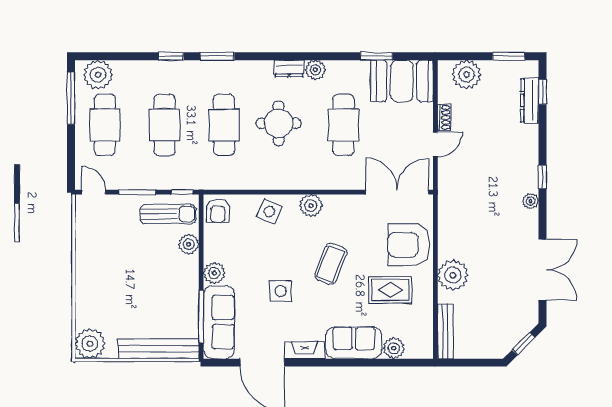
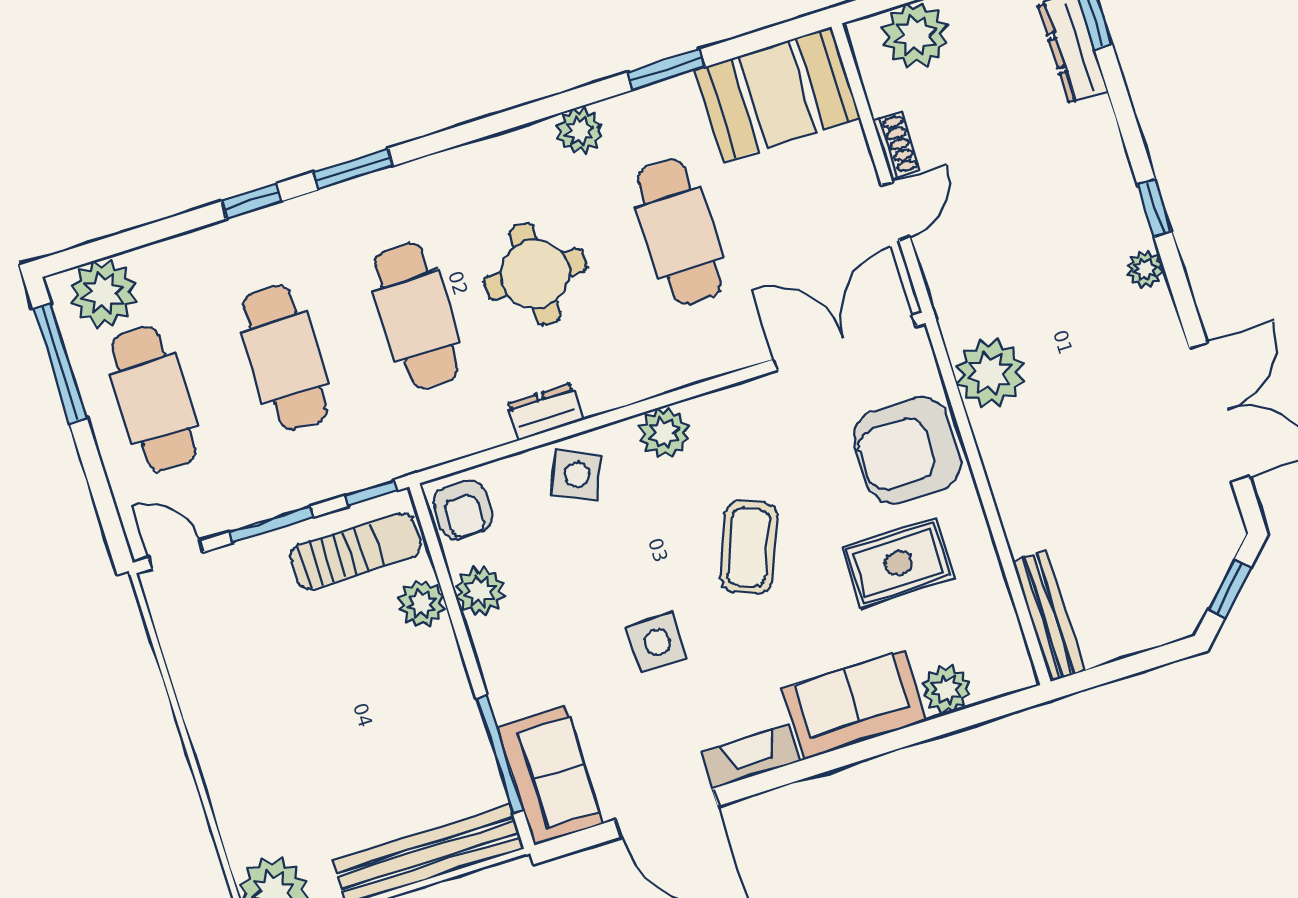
window: (376, 56) -> (666, 70), moved
dresser: (289, 68) -> (545, 412), moved, turned 180
plant: (214, 273) -> (480, 591), moved
plant: (453, 275) -> (990, 373), moved
sofa: (219, 322) -> (550, 775), width x0.73

